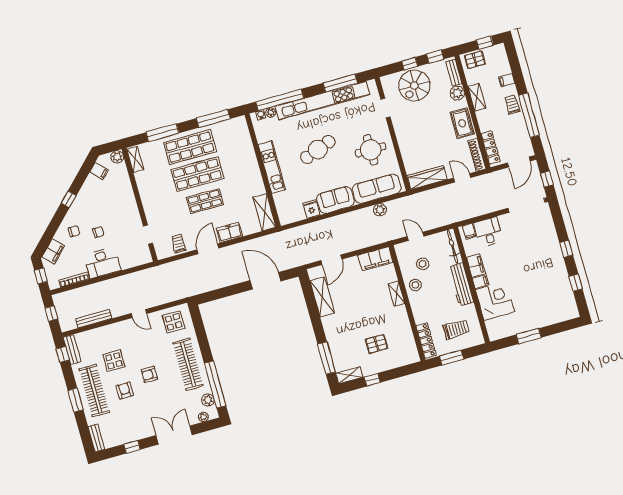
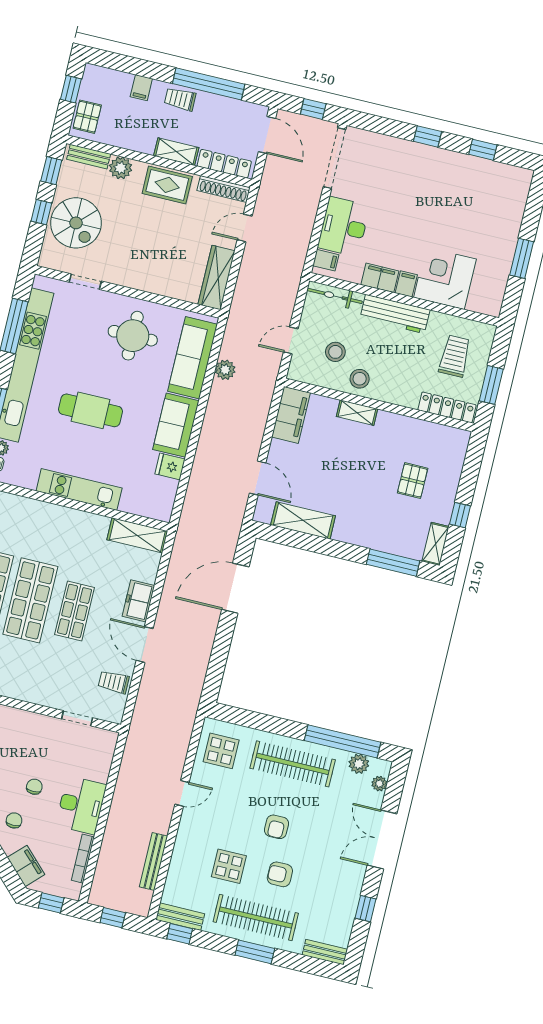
shelving: (477, 97) -> (176, 152), moved
cafe table: (318, 150) -> (90, 410), turned -70
desk: (488, 232) -> (344, 227), width x1.37

